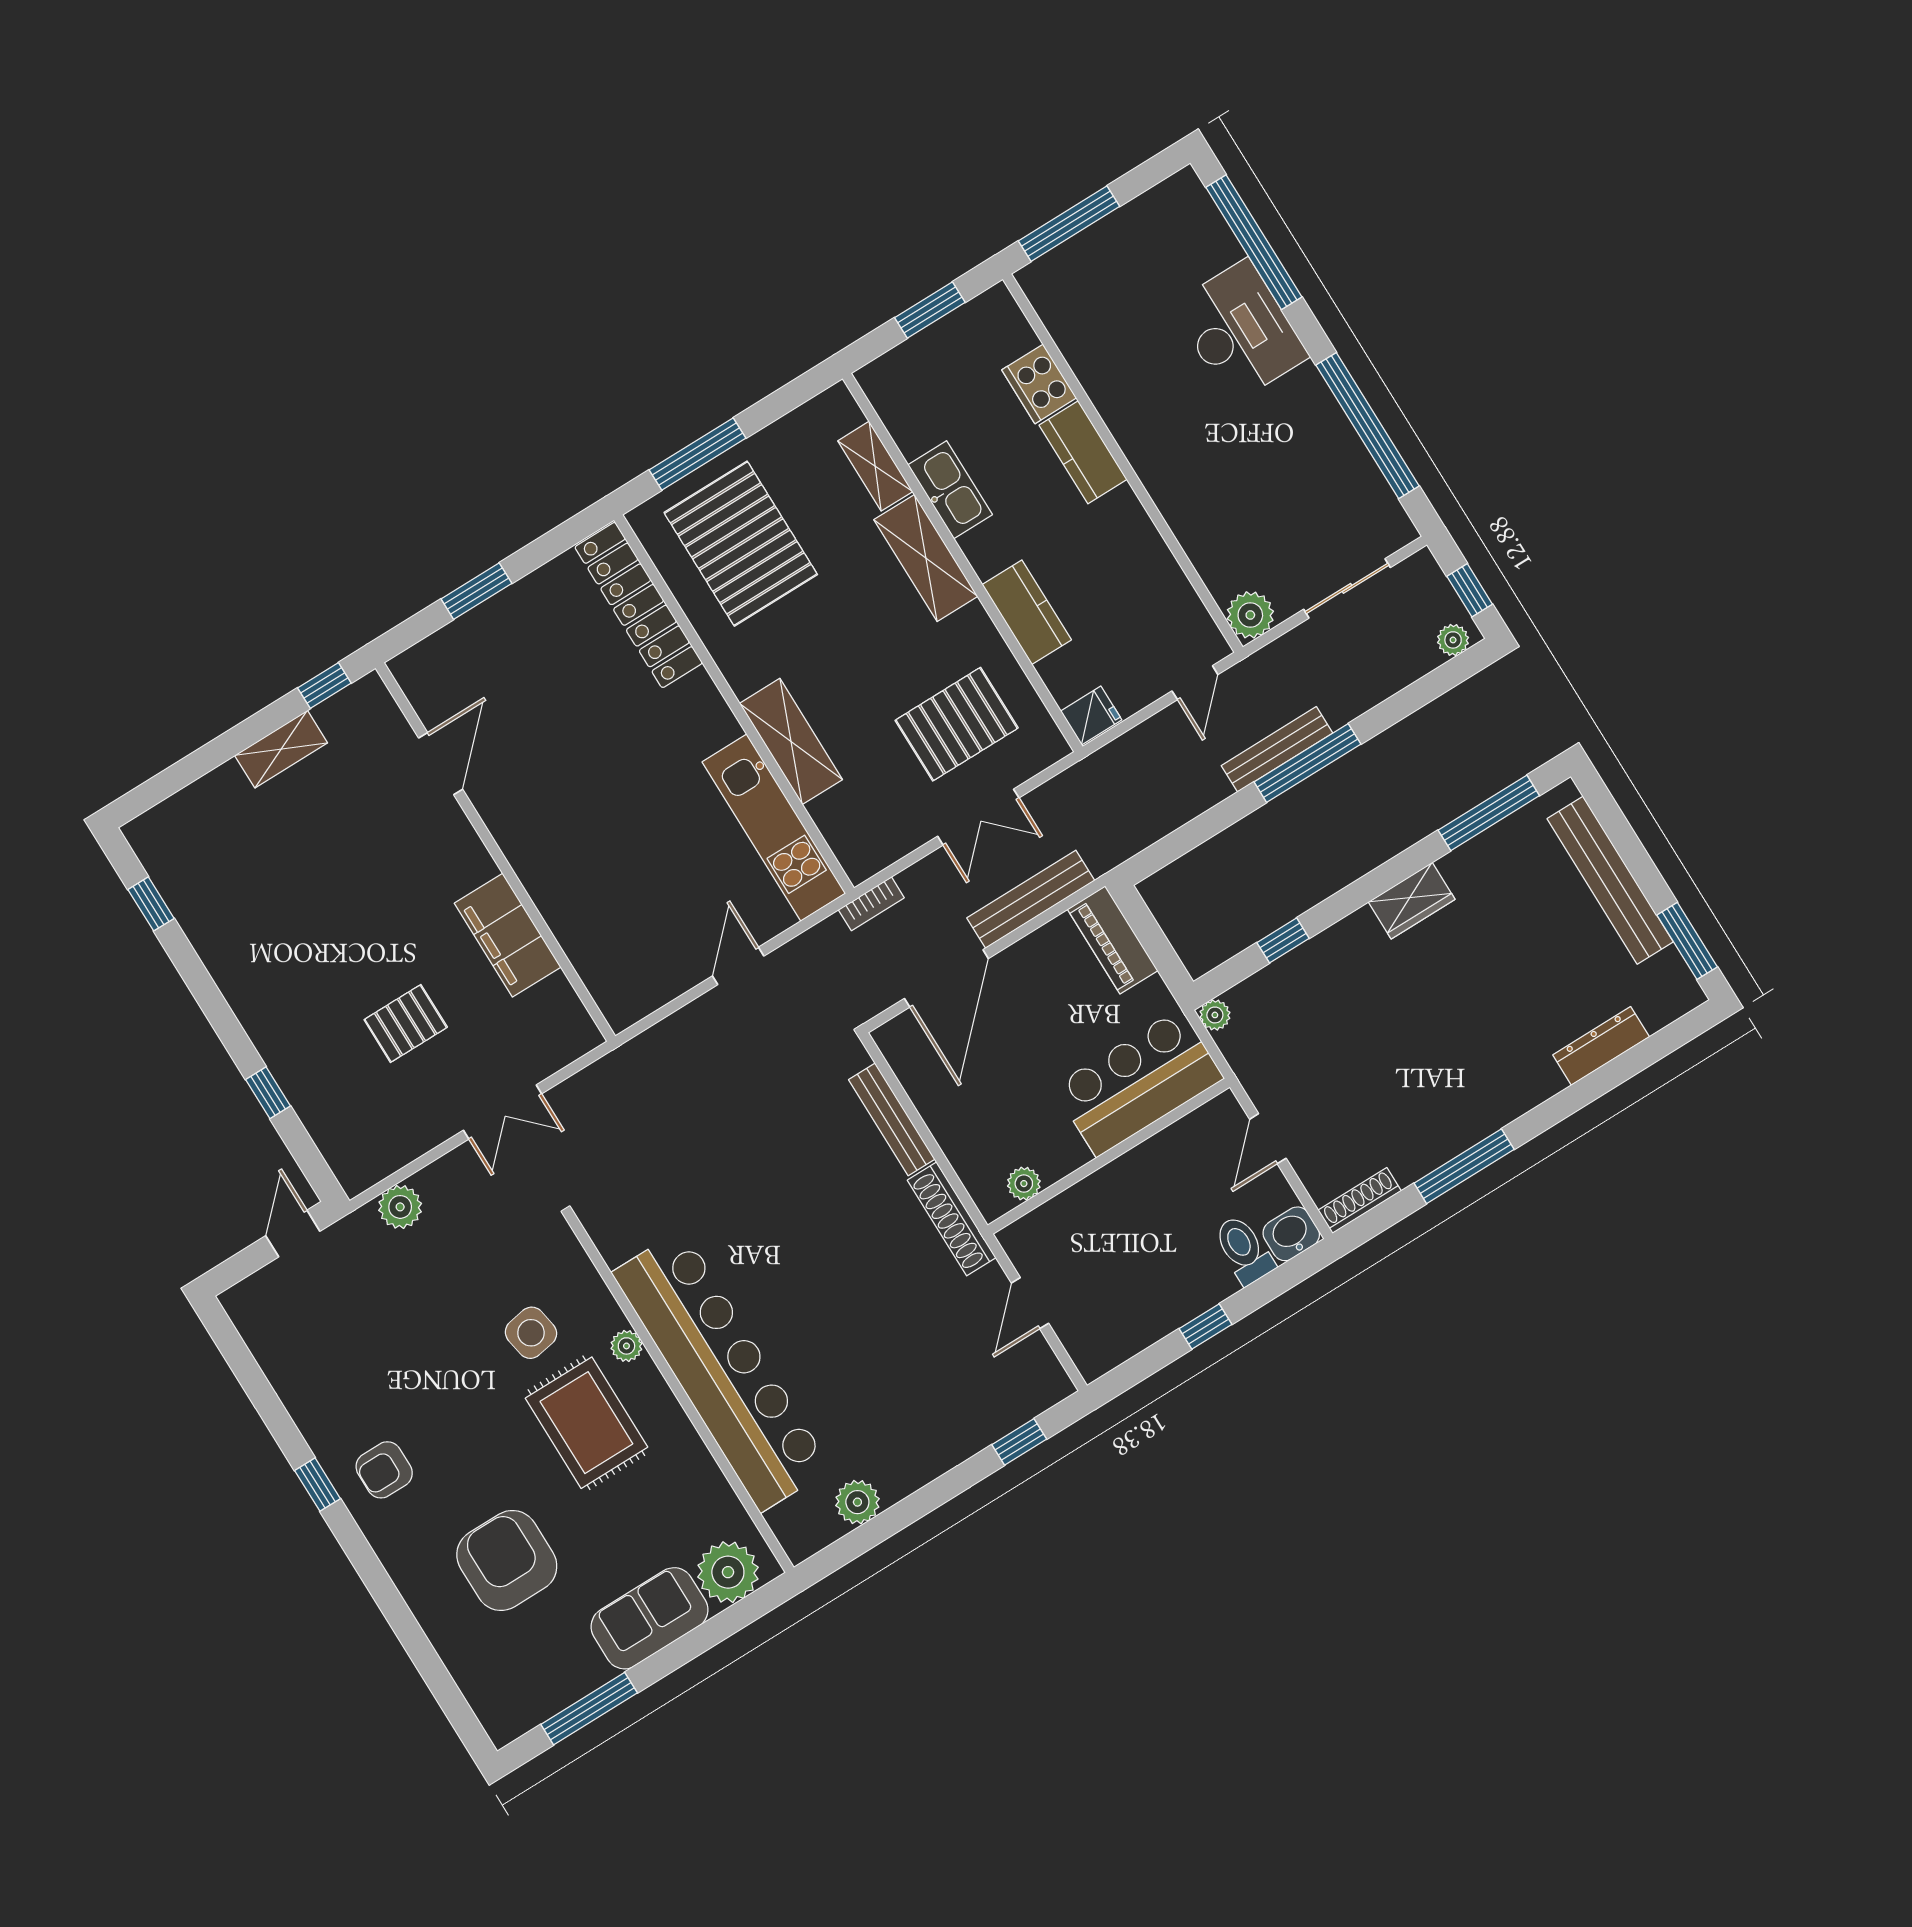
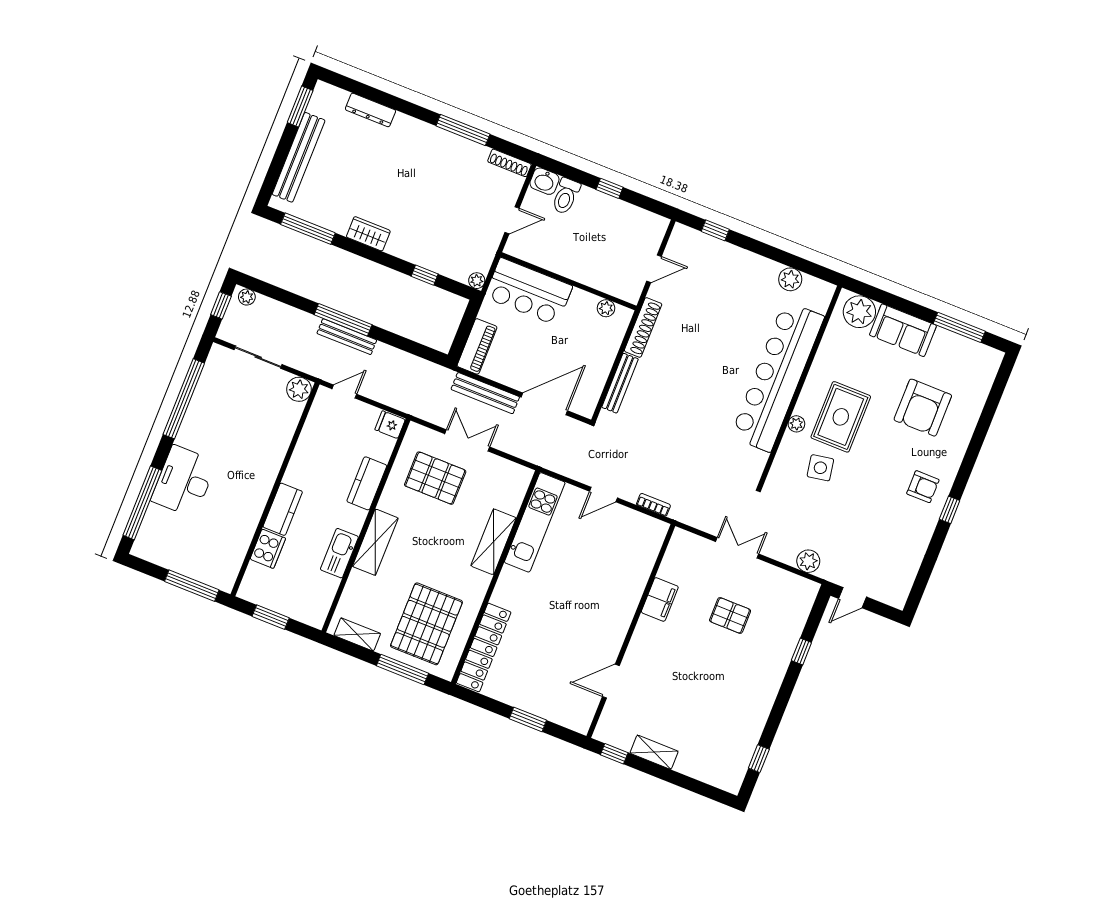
shelving: (875, 466) -> (357, 634), moved, turned 90
bookcase: (871, 904) -> (653, 505), moved
filing cabinet: (508, 935) -> (660, 599), width x0.67, depth x0.86

